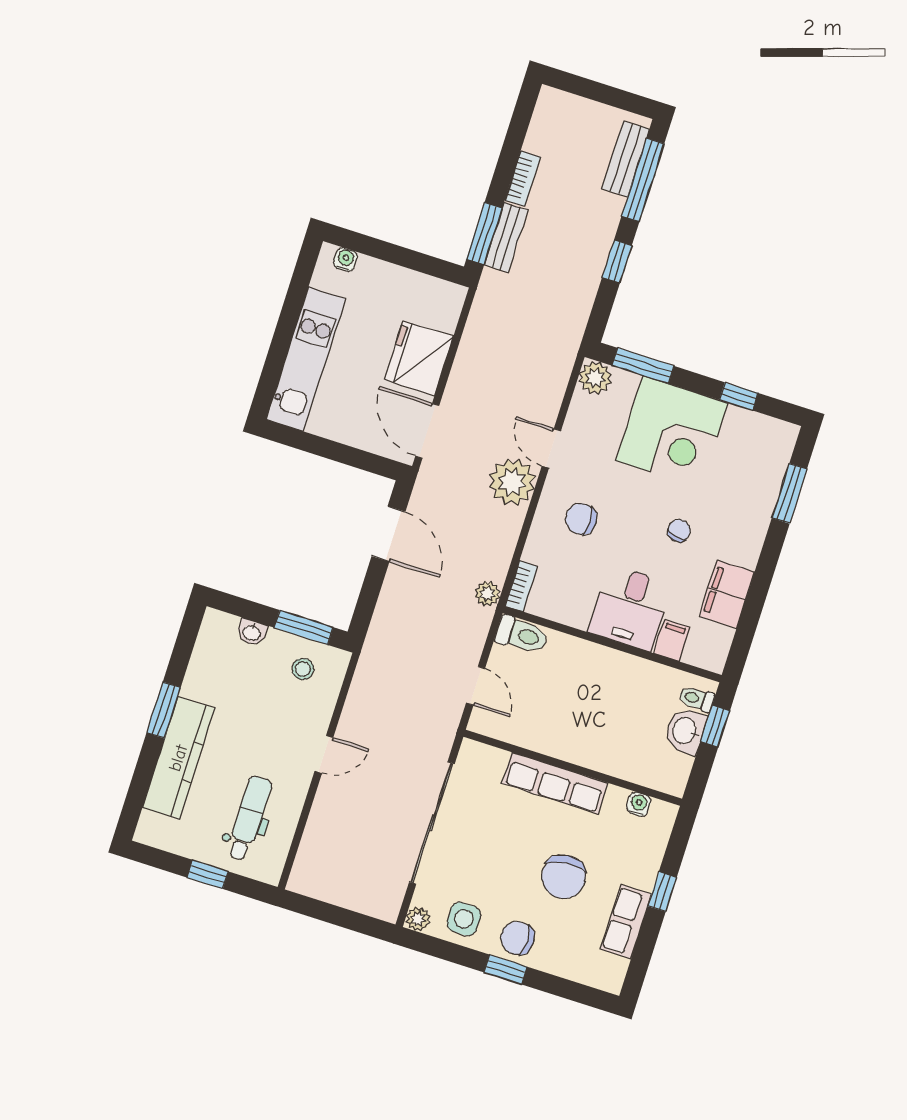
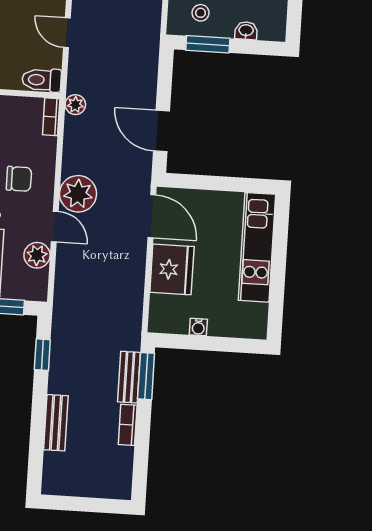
bench: (626, 159) -> (56, 423), moved
window: (643, 180) -> (36, 447), removed
water cooler: (345, 260) -> (198, 327), moved
window: (617, 261) -> (42, 355), moved
plant: (595, 378) -> (37, 255), moved

